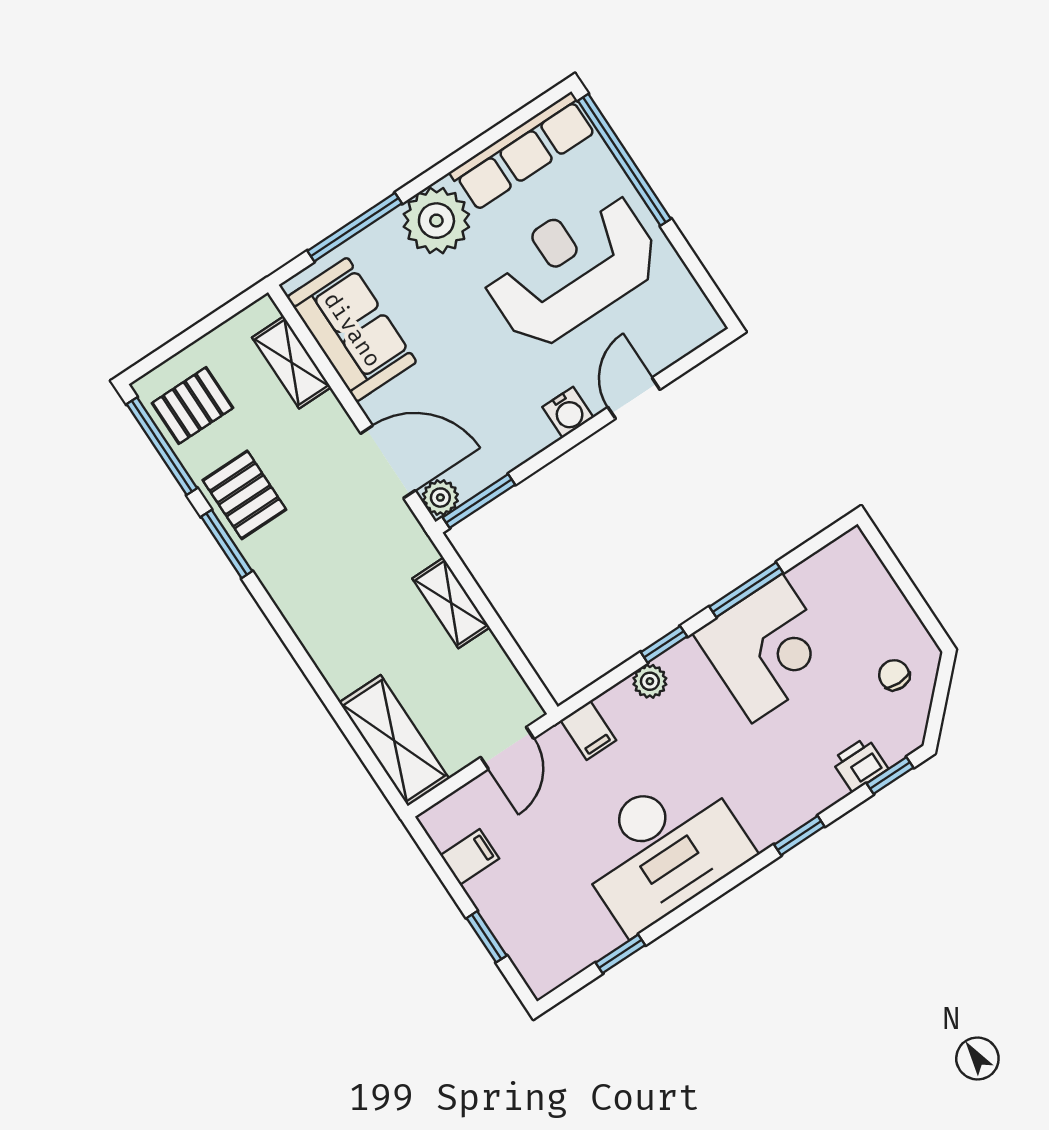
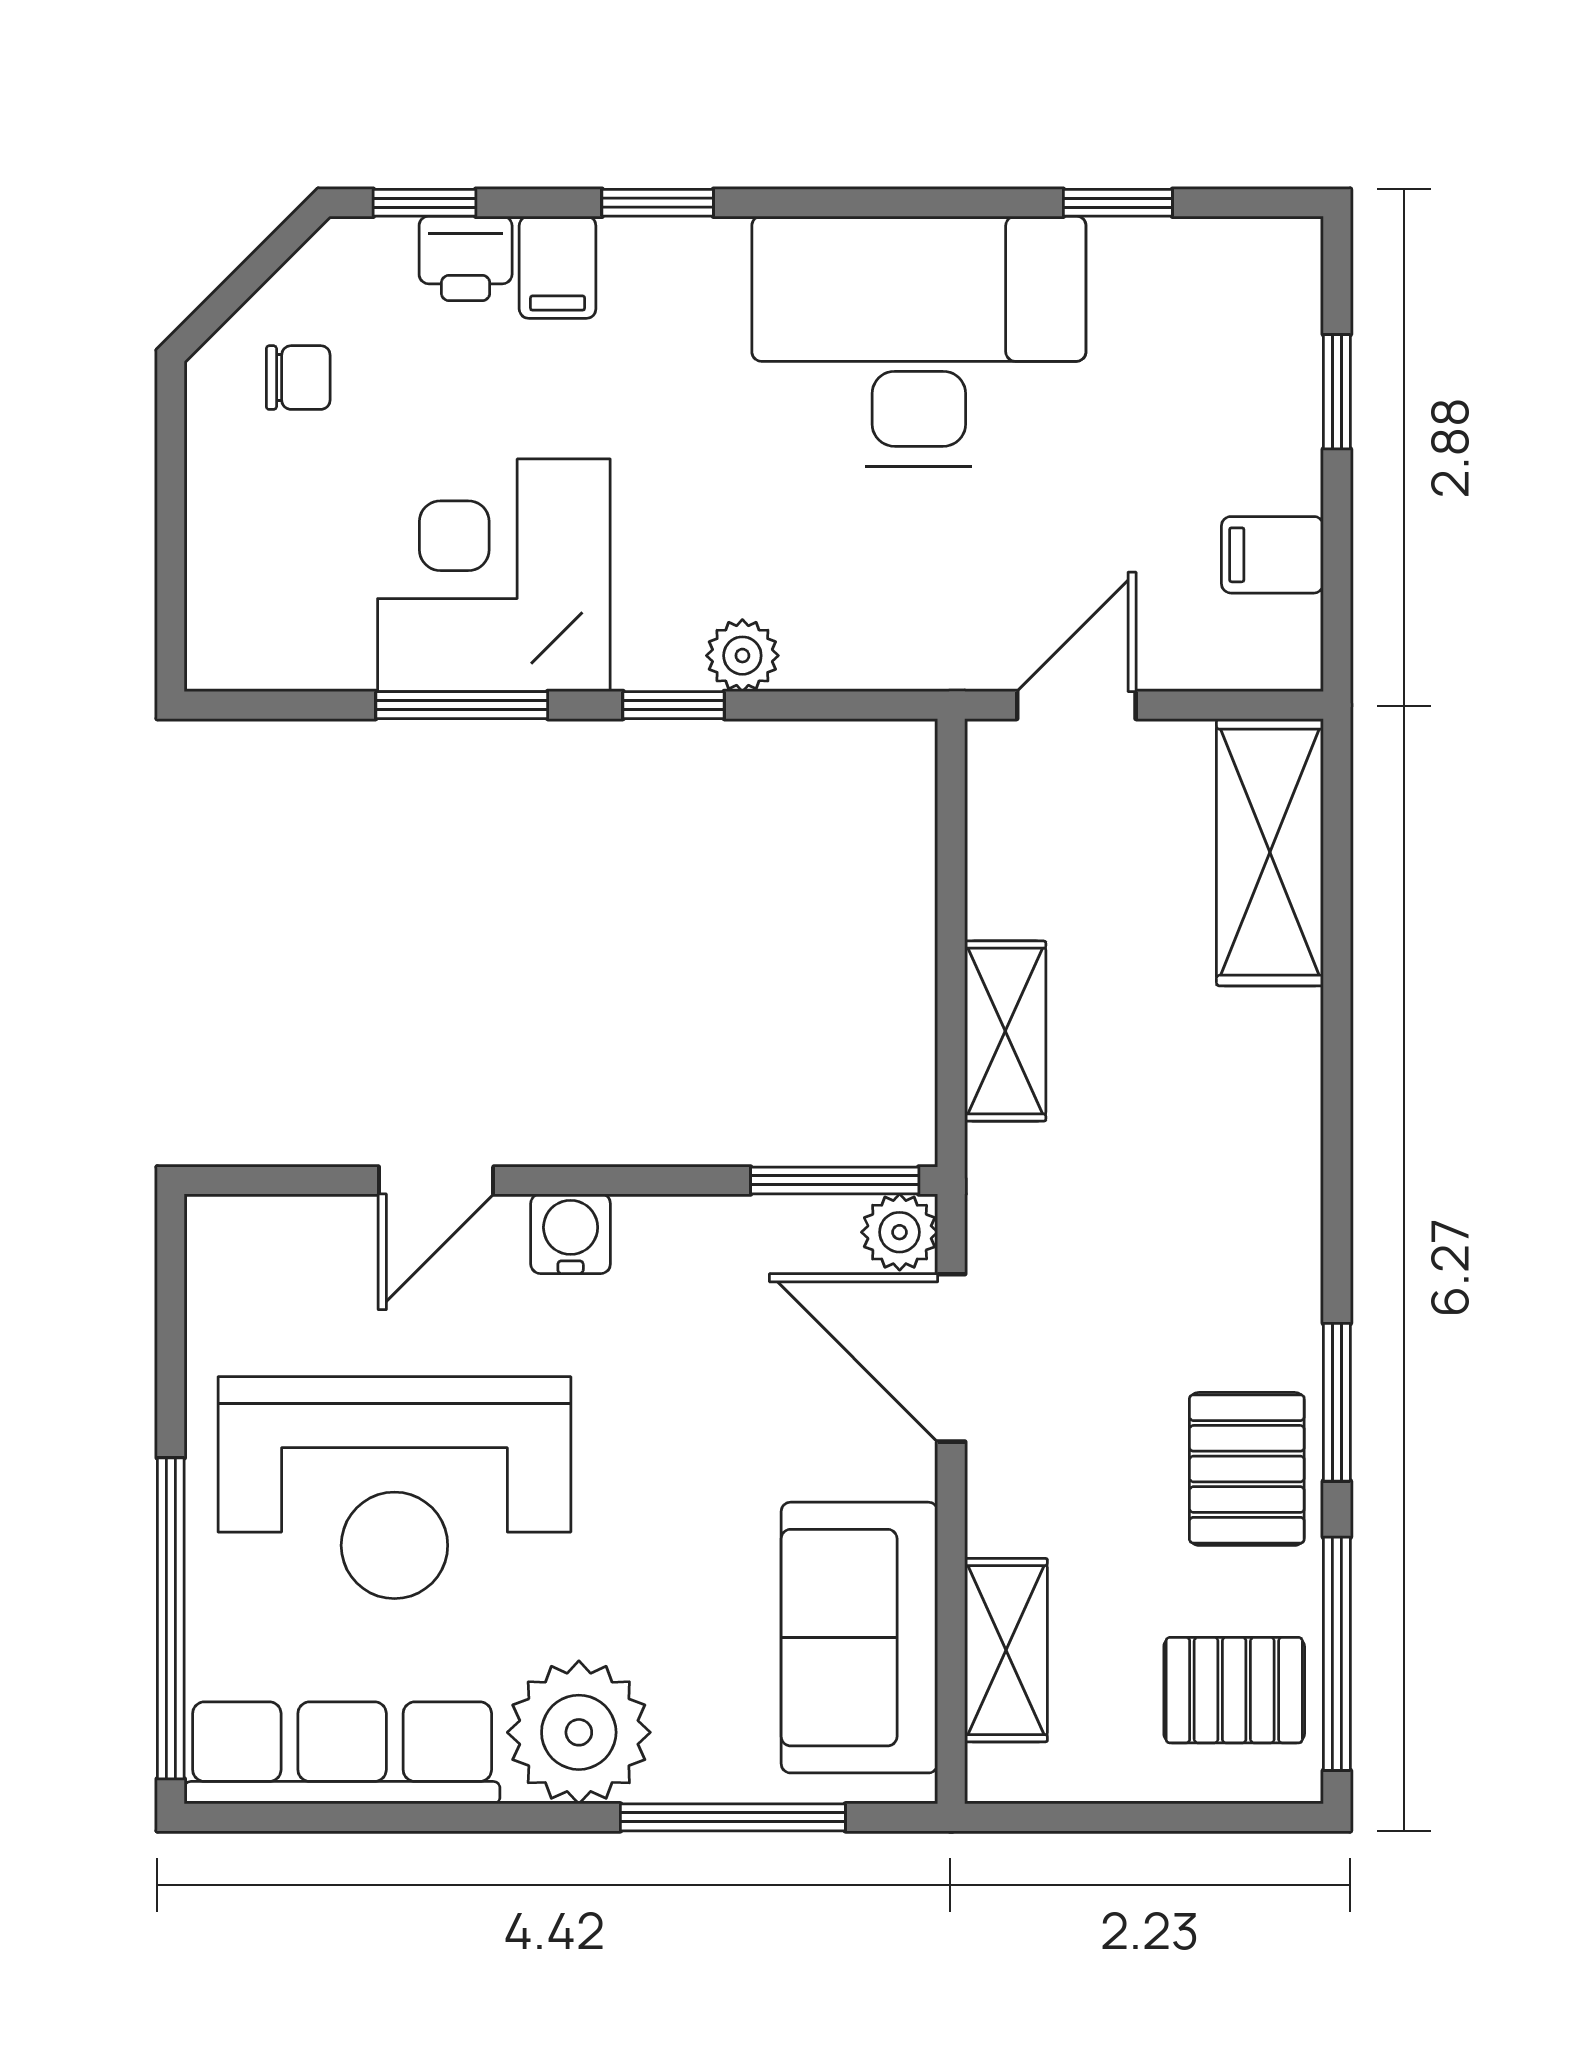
chair: (894, 675) -> (298, 378), turned -90
filing cabinet: (588, 730) -> (558, 267), moved, turned 180

